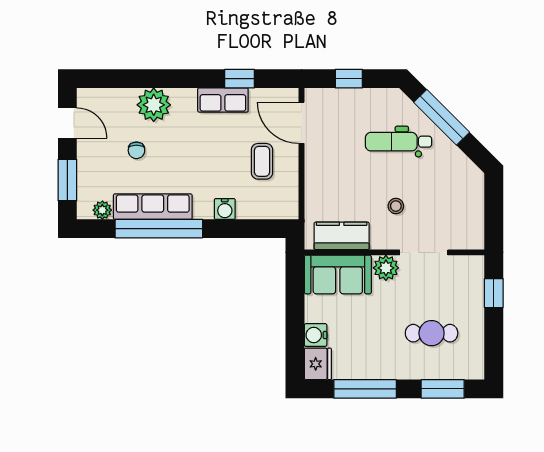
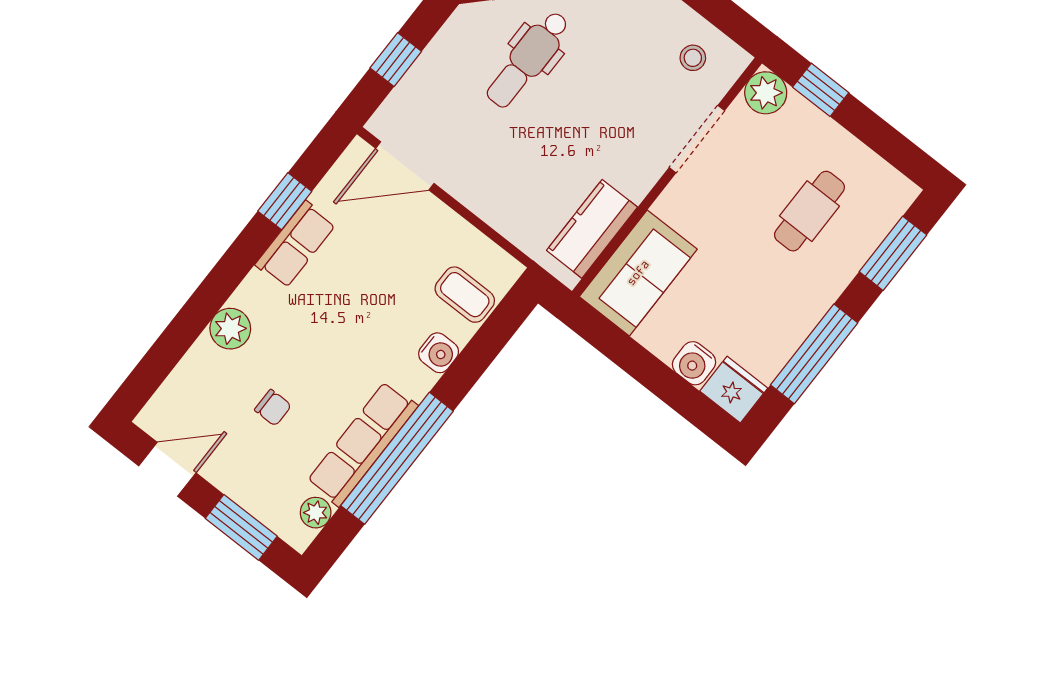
plant: (154, 105) -> (230, 329), width x0.73, depth x0.73
coffee table: (262, 161) -> (465, 295), moved
stool: (396, 206) -> (693, 58), moved
plant: (386, 268) -> (766, 93), moved

